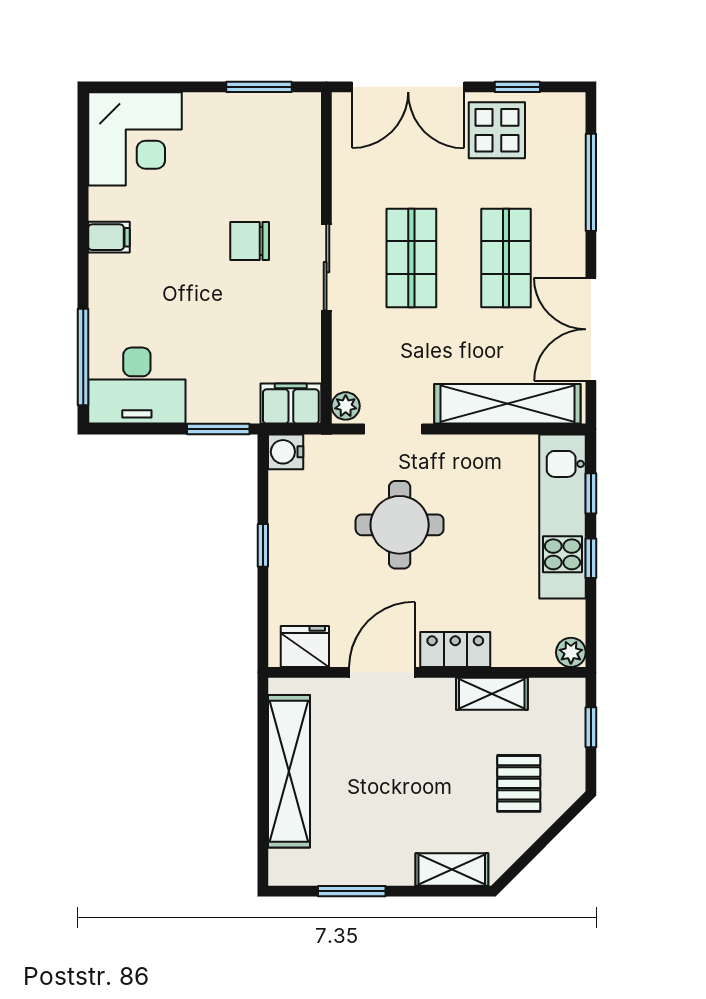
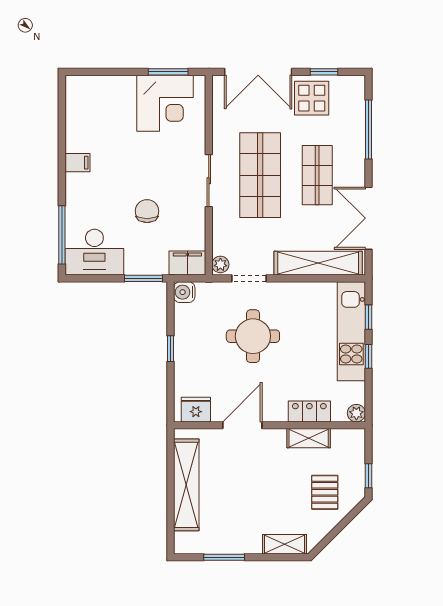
corner desk: (135, 139) -> (165, 103), moved
chair: (250, 241) -> (147, 211), moved, turned 90
shop shelf: (411, 258) -> (260, 175), width x1.43, depth x1.36
locker: (455, 650) -> (309, 411), moved
window: (591, 727) -> (368, 476), moved

